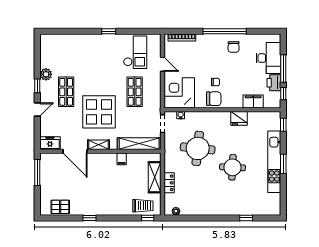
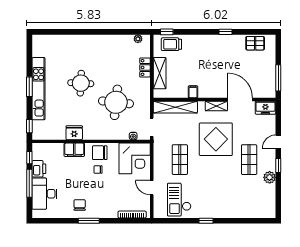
window: (225, 31) -> (89, 221), width x0.47
filing cabinet: (253, 102) -> (74, 150), moved
window: (246, 218) -> (67, 32), removed

